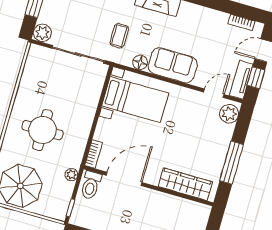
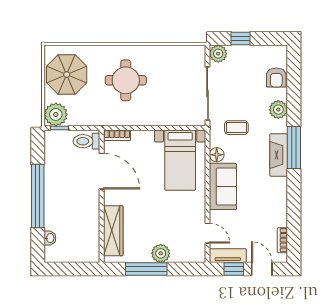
plant: (229, 114) -> (161, 253), moved
plant: (71, 175) -> (56, 114), moved, width x1.88, depth x1.88

